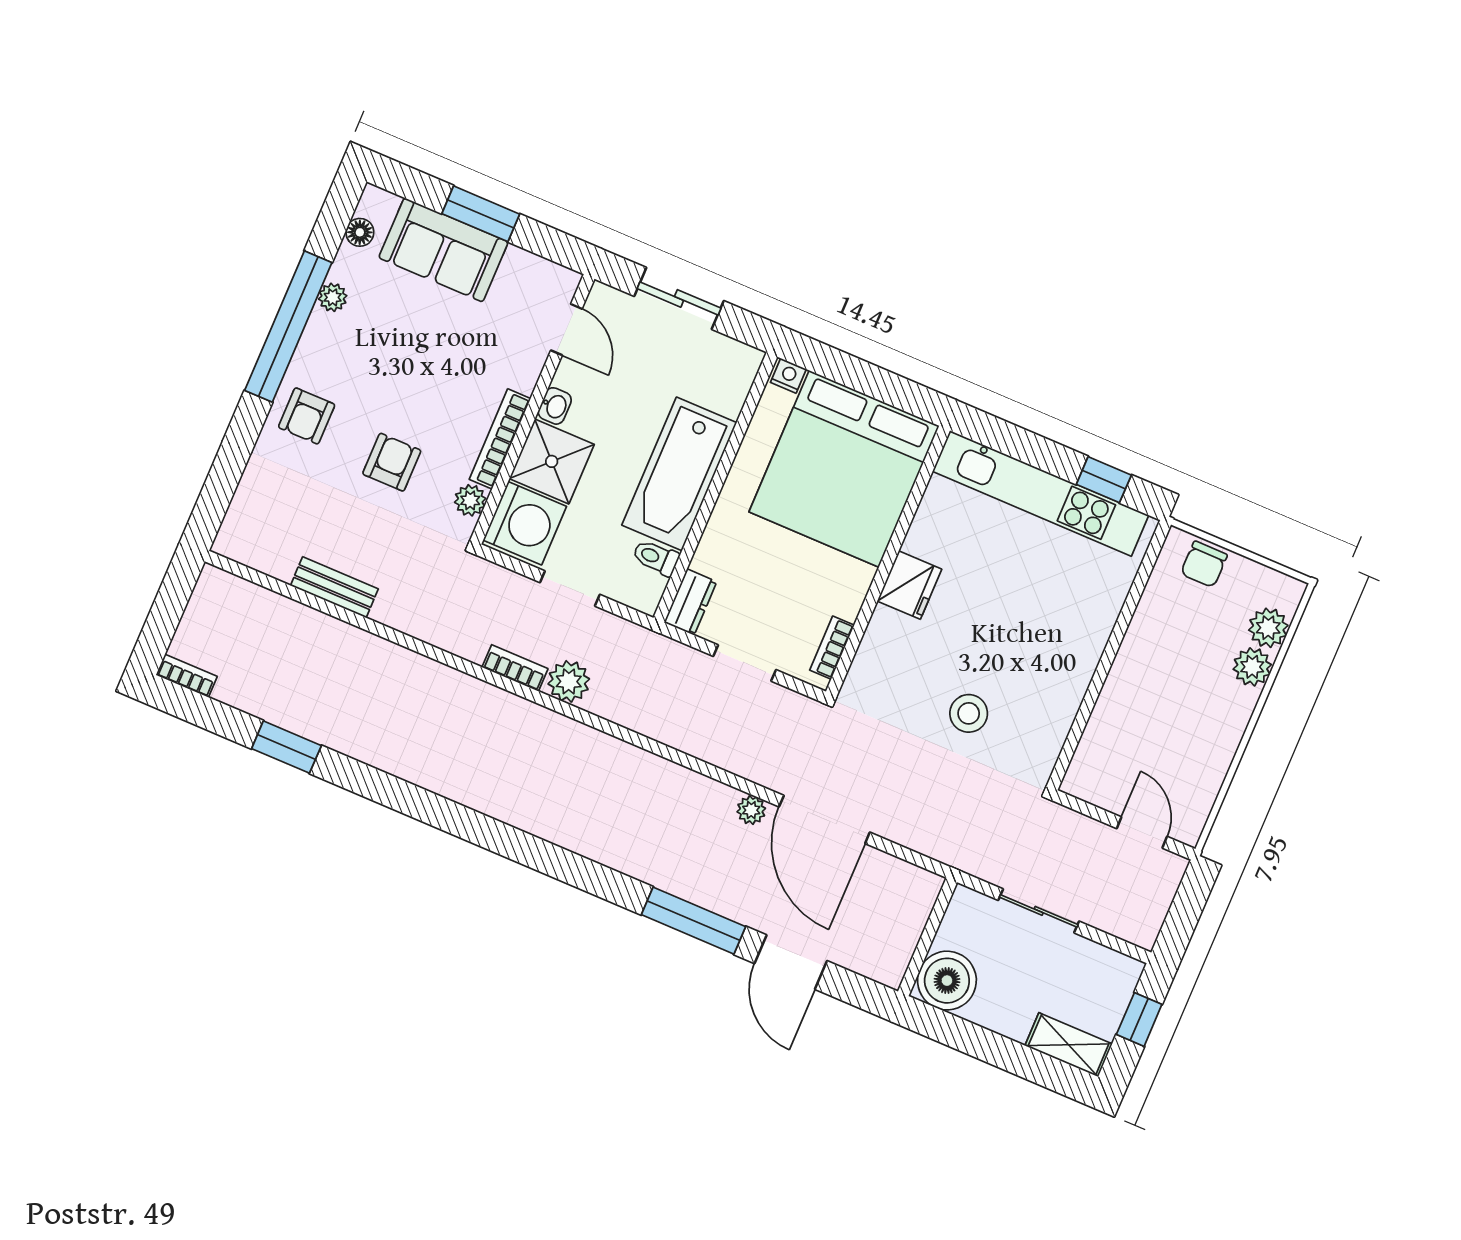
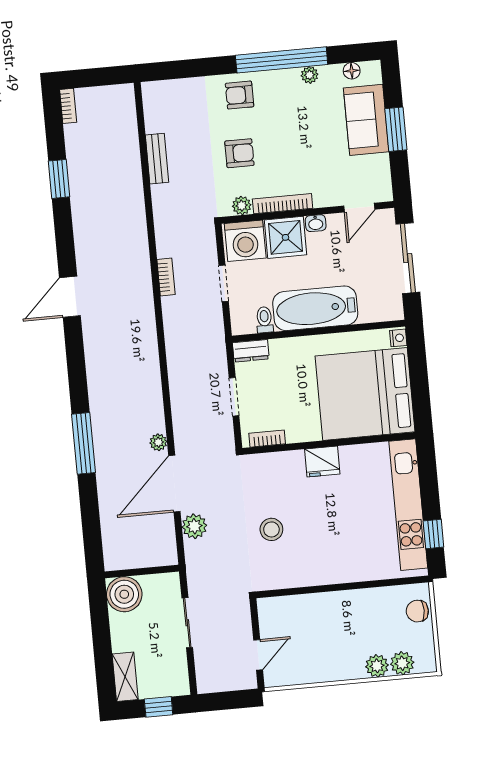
sliding door: (679, 298) -> (408, 258), width x1.37
plant: (569, 681) -> (194, 526), moved
door: (791, 962) -> (70, 297), moved

